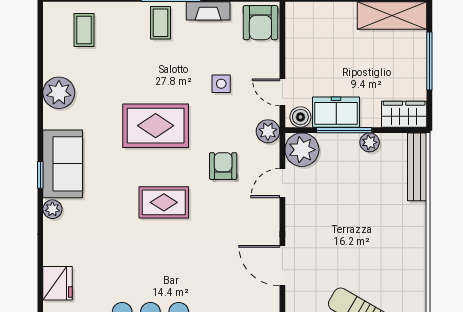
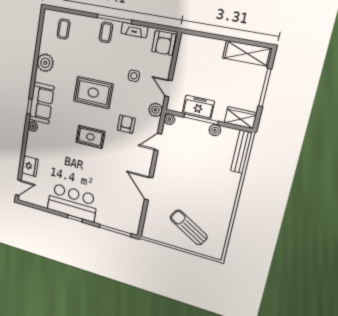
boiler: (300, 117) -> (176, 106), removed
plant: (302, 150) -> (169, 119), width x0.53, depth x0.53

